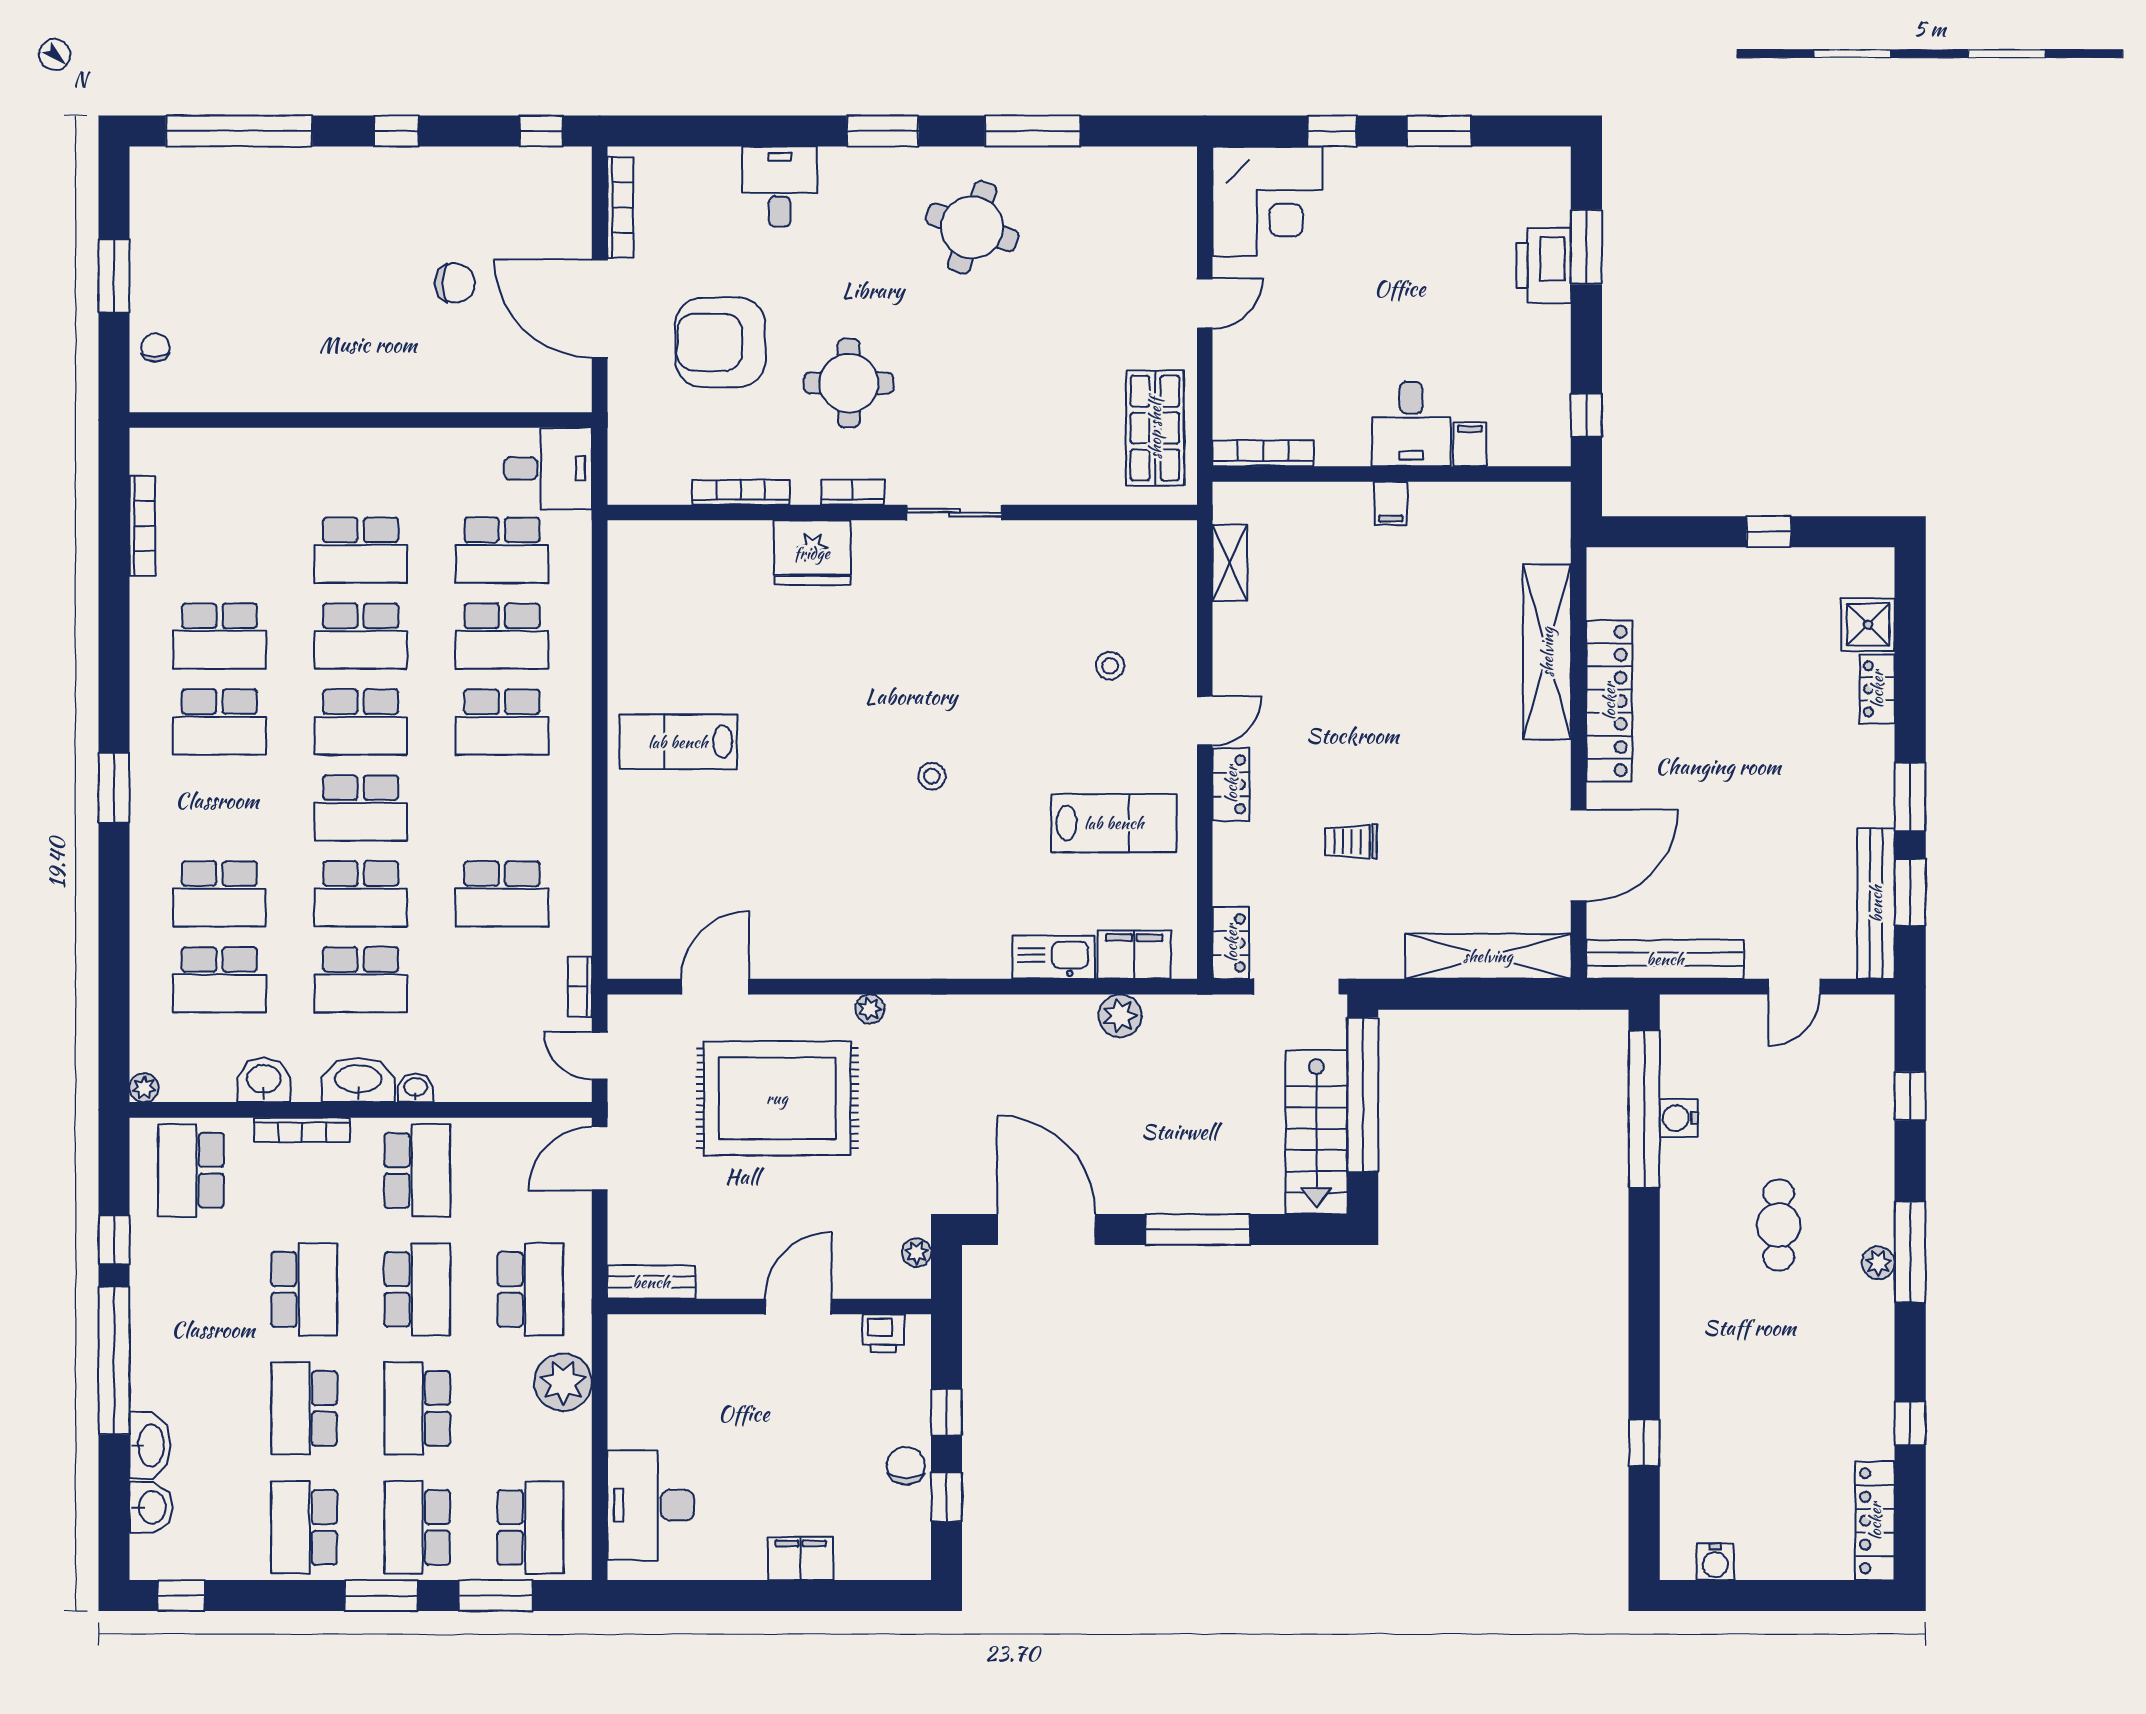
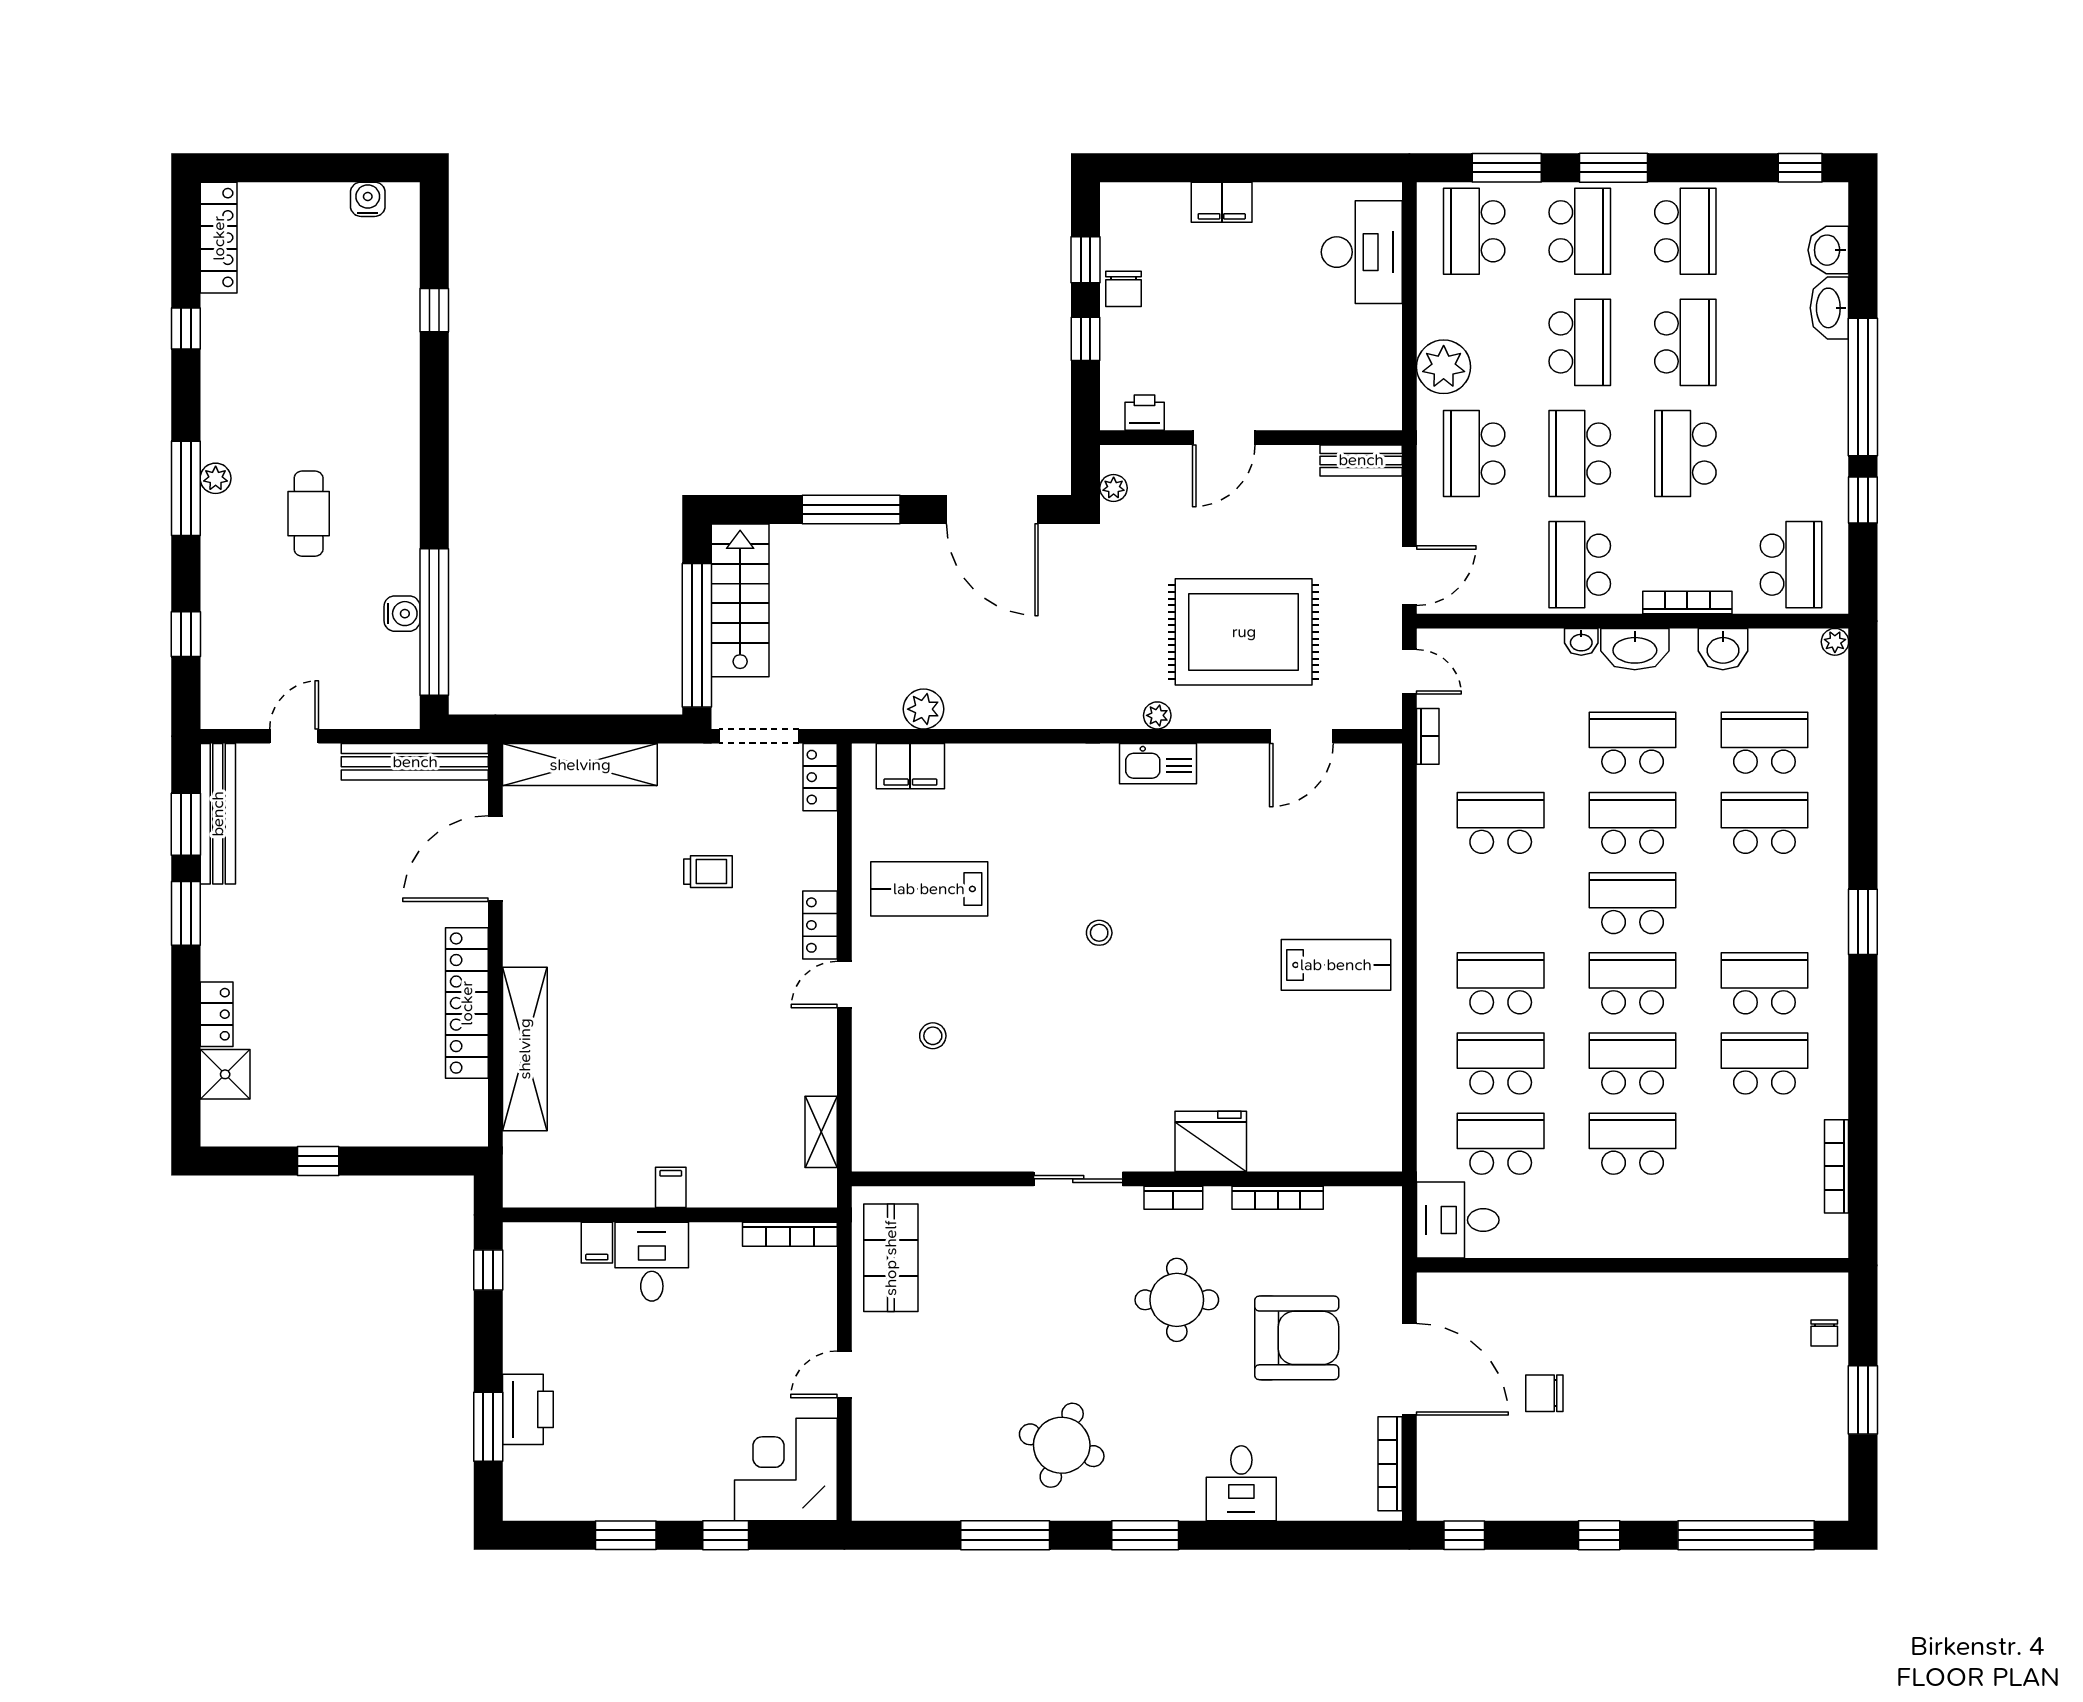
kitchen sink: (1054, 957) -> (1158, 764), moved

